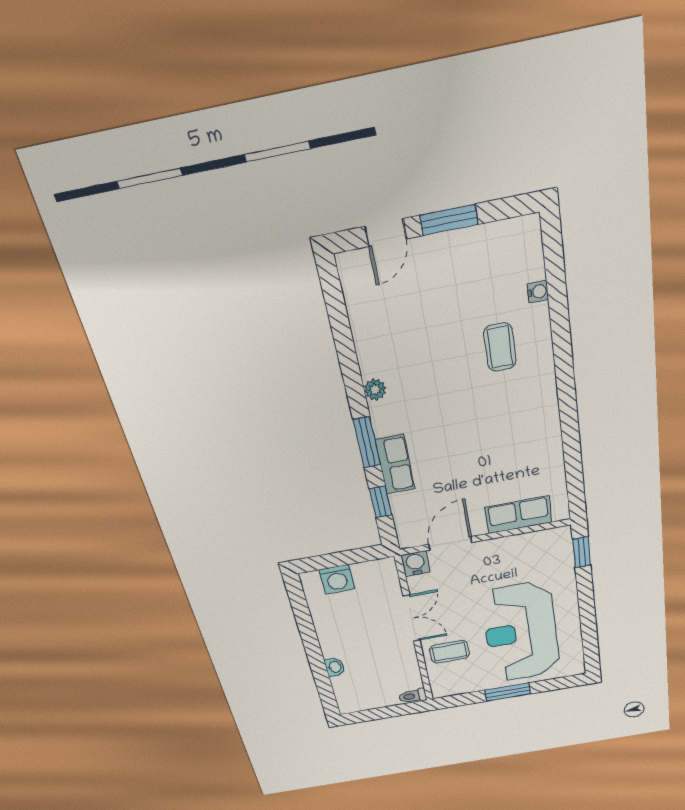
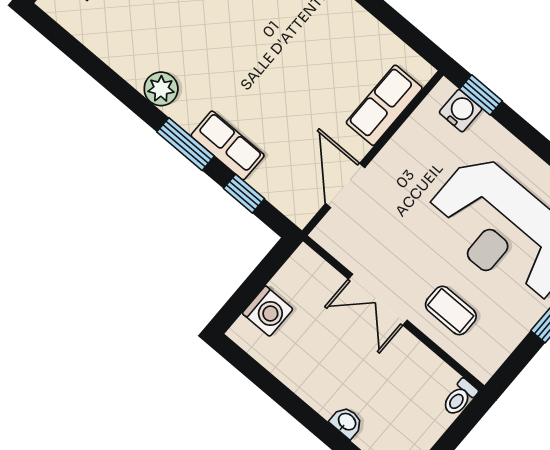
plant: (375, 390) -> (161, 89), width x1.38, depth x1.38
water cooler: (415, 564) -> (461, 111), moved, turned 90
double door: (412, 618) -> (378, 300), swing flipped
coffee table: (449, 652) -> (451, 310), turned 90

